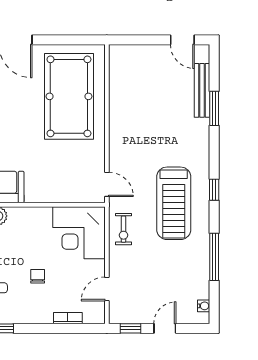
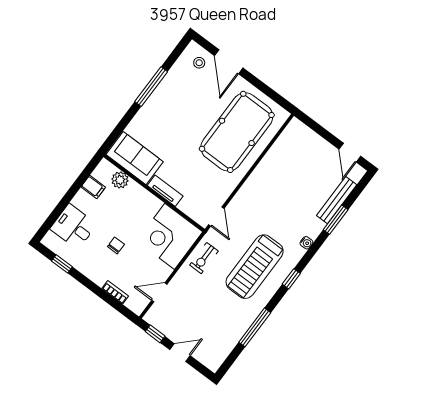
tv unit: (45, 196) -> (165, 191), added
water cooler: (204, 306) -> (306, 243), moved

